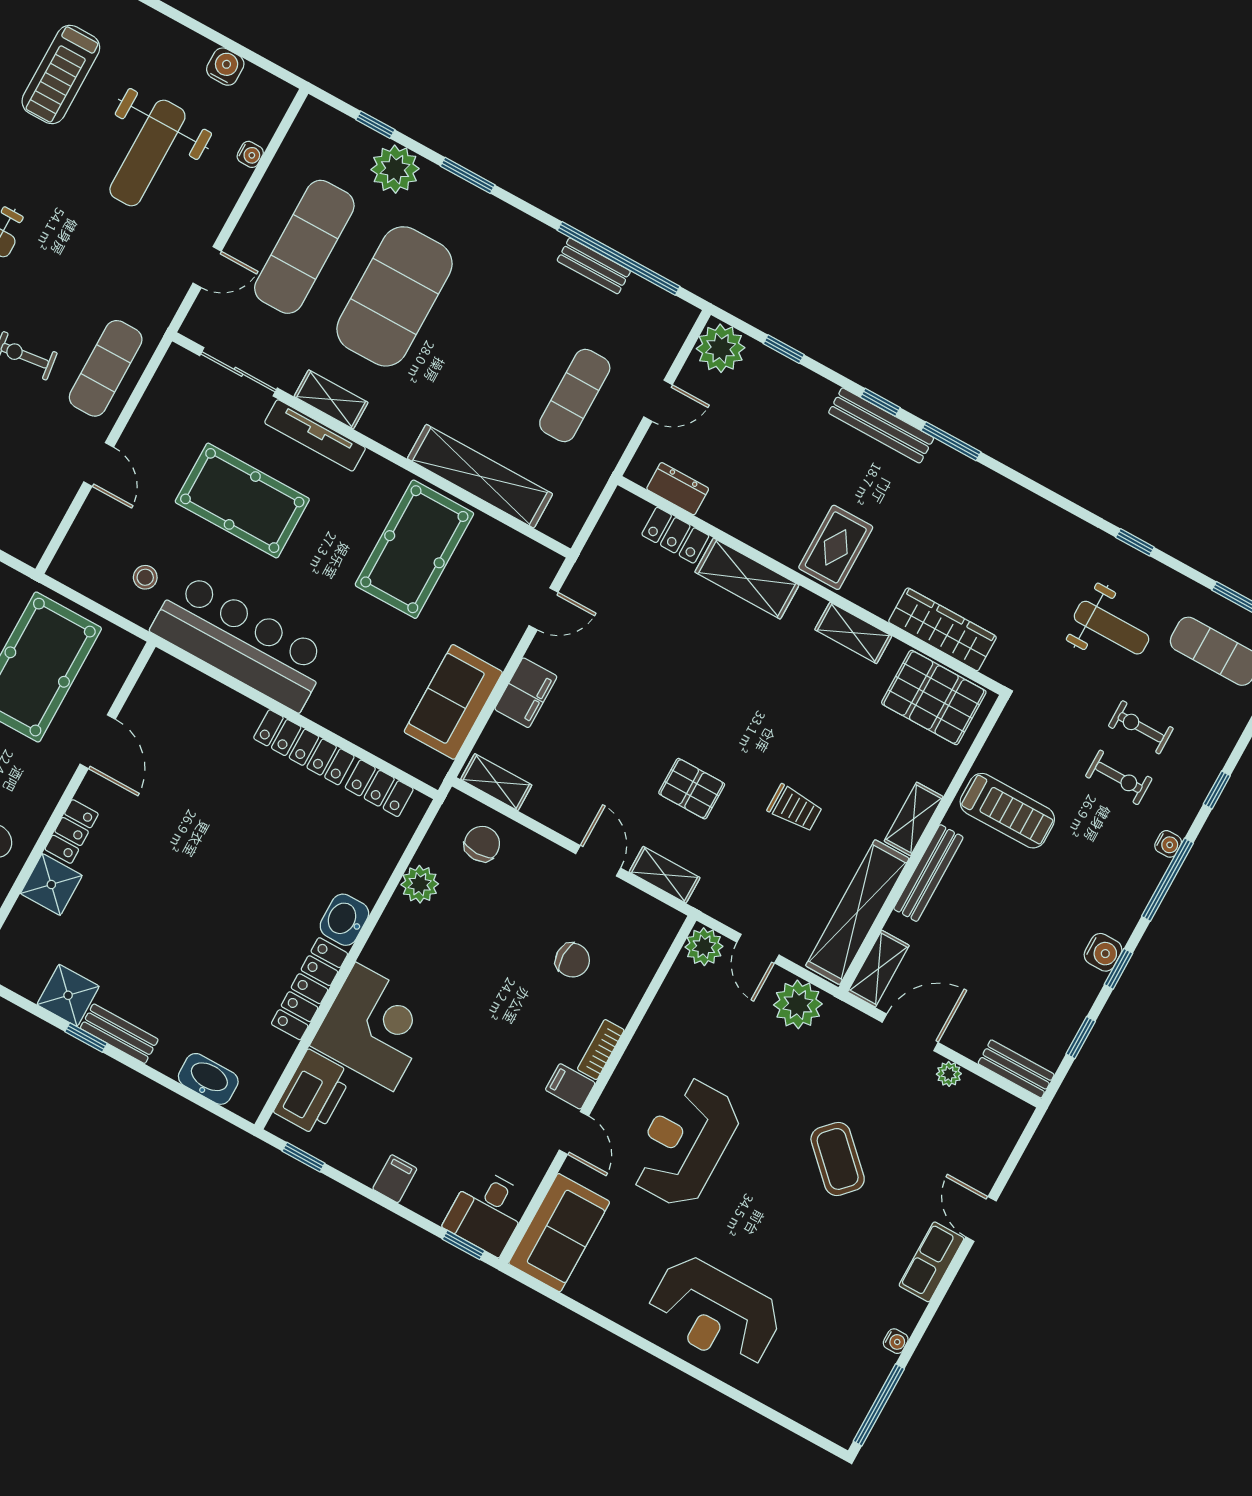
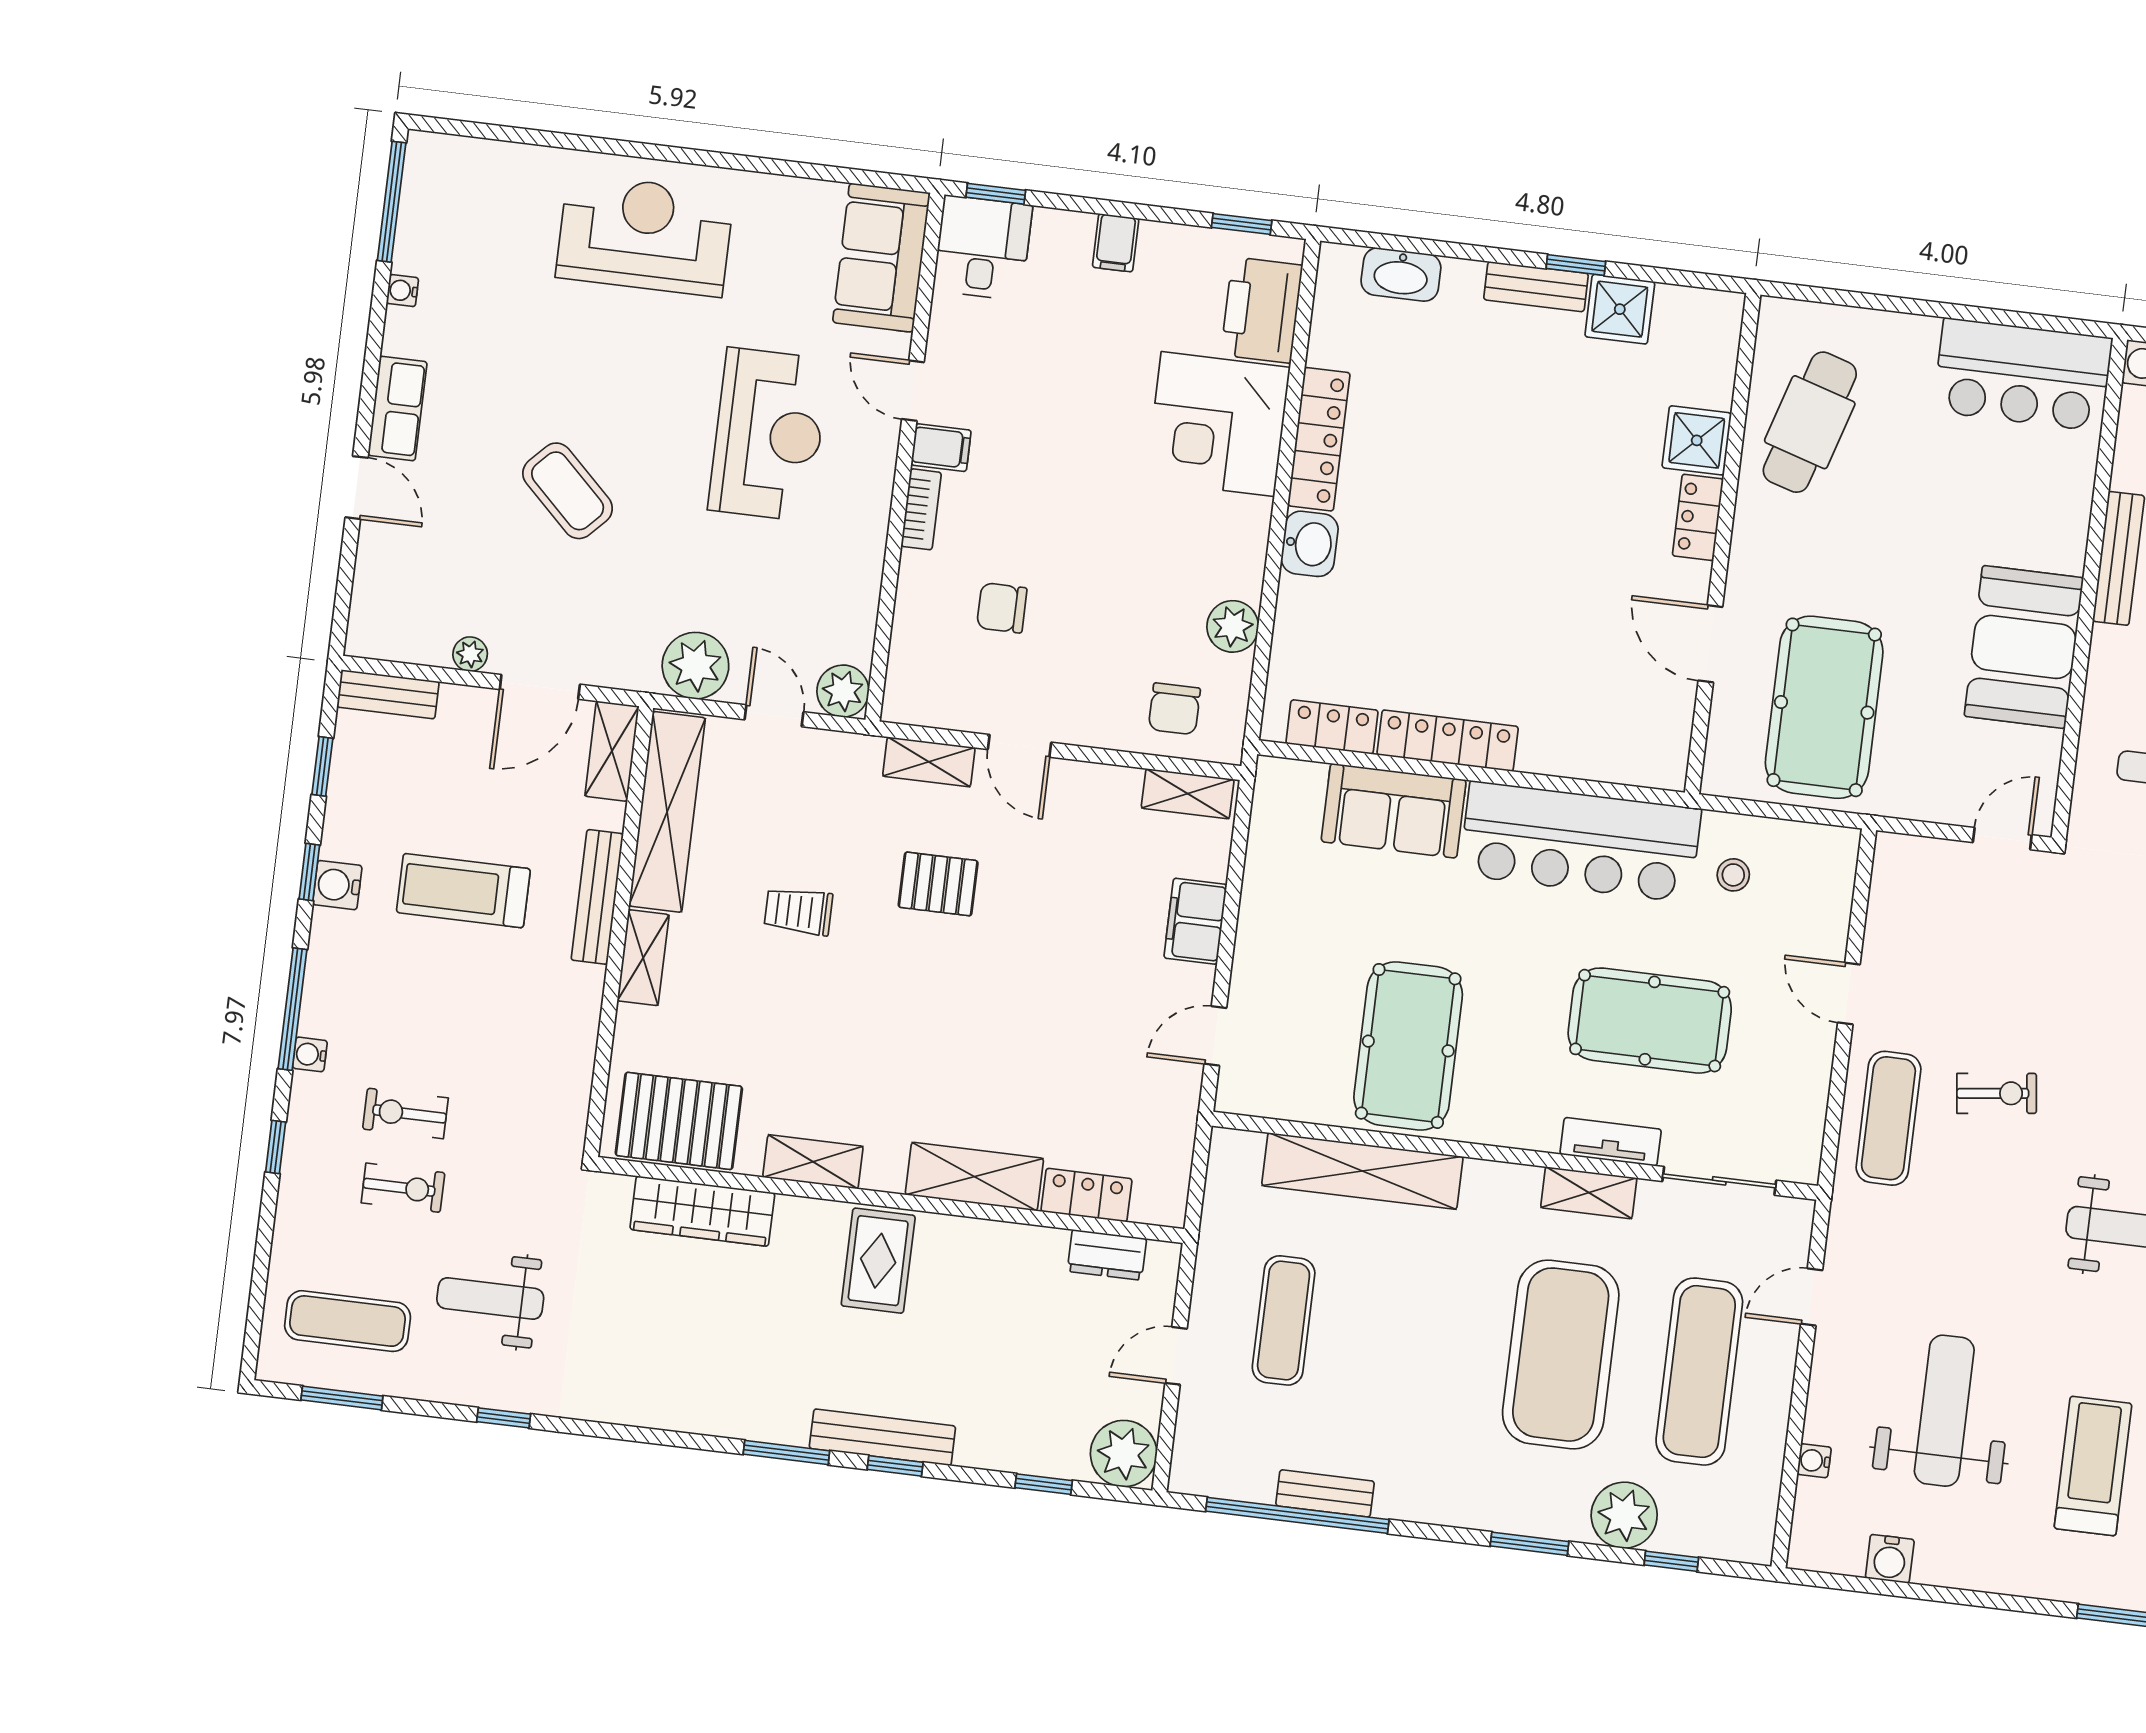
tv unit: (315, 435) -> (1611, 1142), width x0.71
sofa: (453, 702) -> (1394, 811), moved, turned 90
treadmill: (1007, 811) -> (463, 891), moved

